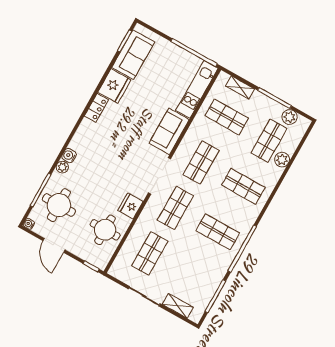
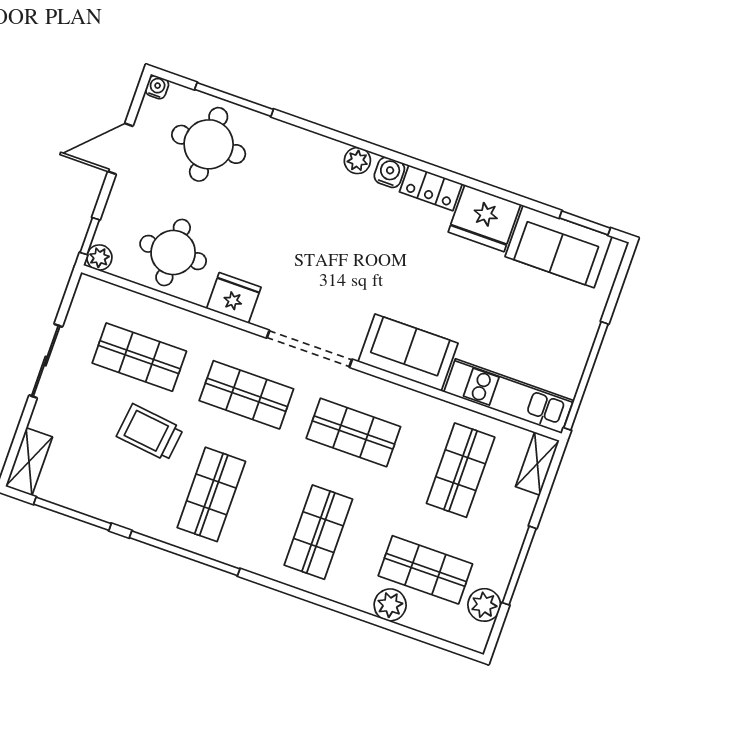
shelving: (240, 87) -> (537, 464), moved
water cooler: (69, 156) -> (389, 172), moved
plant: (62, 167) -> (357, 161), moved
trolley: (185, 255) -> (150, 433), added
plant: (101, 264) -> (99, 258), added
shelving: (178, 306) -> (29, 462), moved

